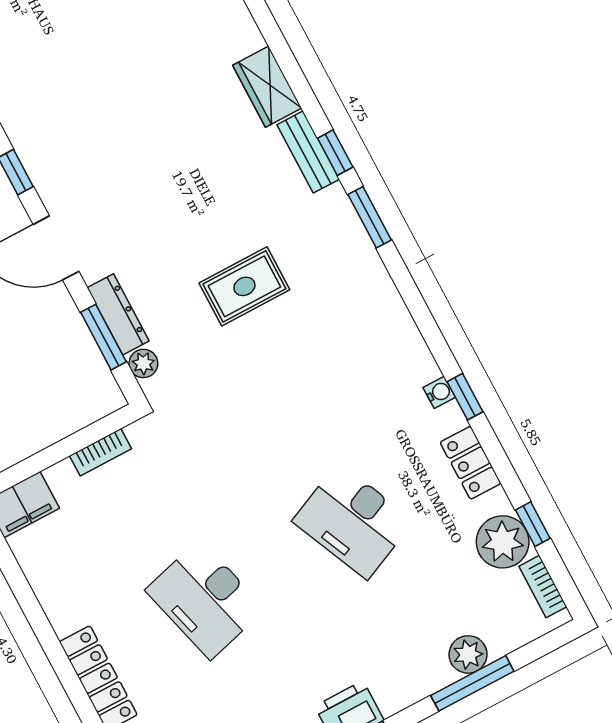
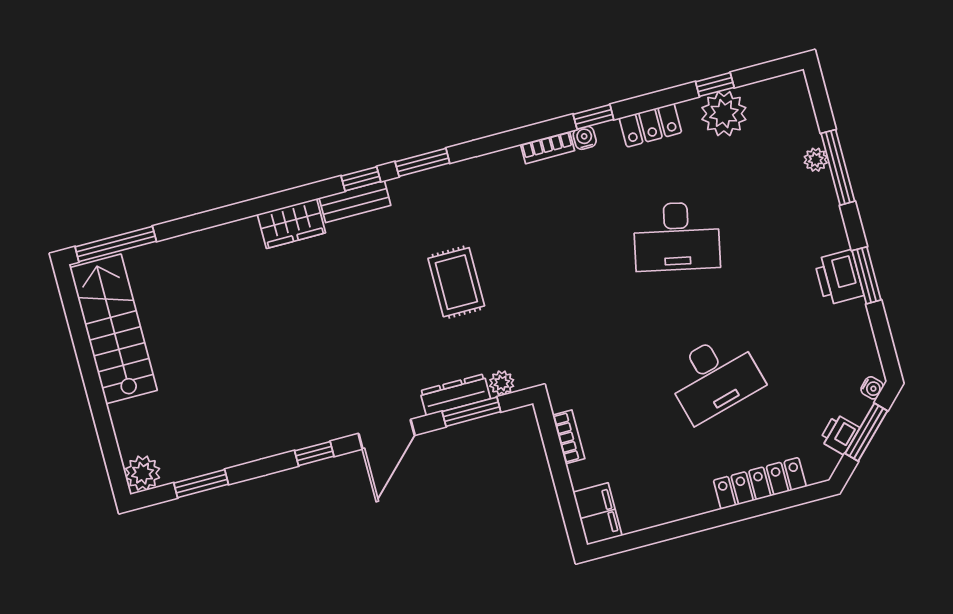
desk: (353, 521) -> (677, 236), turned 36
bookcase: (543, 586) -> (547, 147), moved
plant: (468, 654) -> (816, 160), width x0.73, depth x0.73

